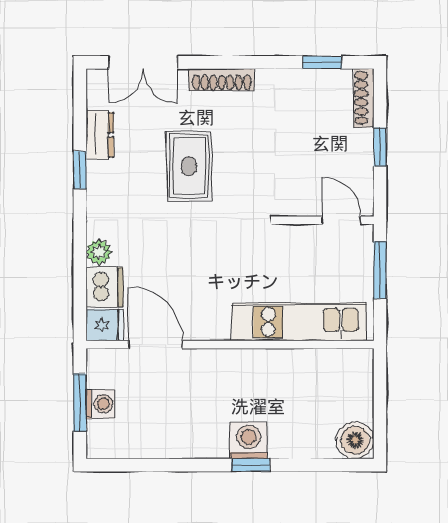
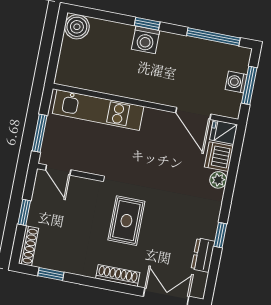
rug: (189, 166) -> (126, 221), moved
window: (148, 465) -> (213, 37), added

